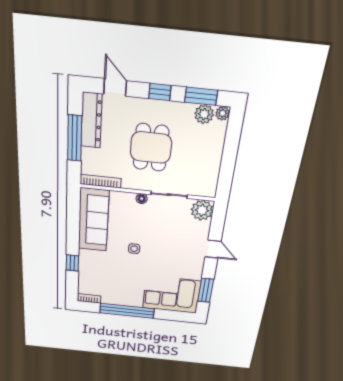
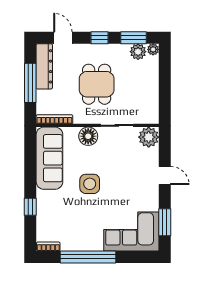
floor lamp: (142, 199) -> (88, 136), width x1.89, depth x1.89
side table: (134, 249) -> (90, 184), width x1.87, depth x1.87

